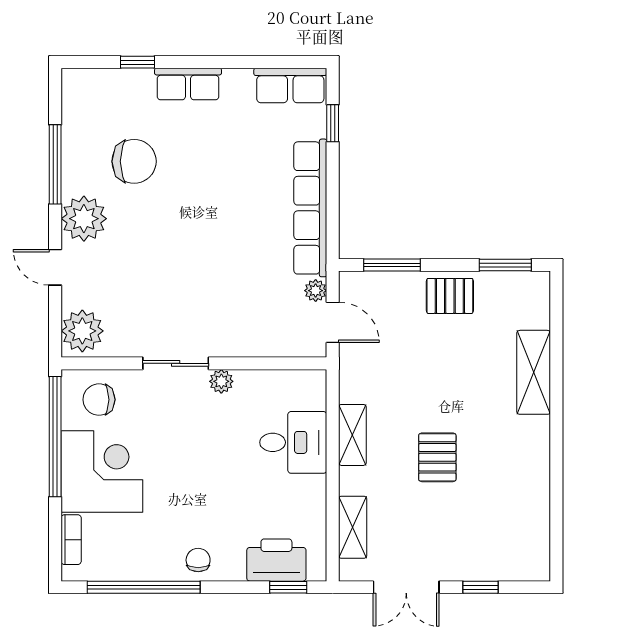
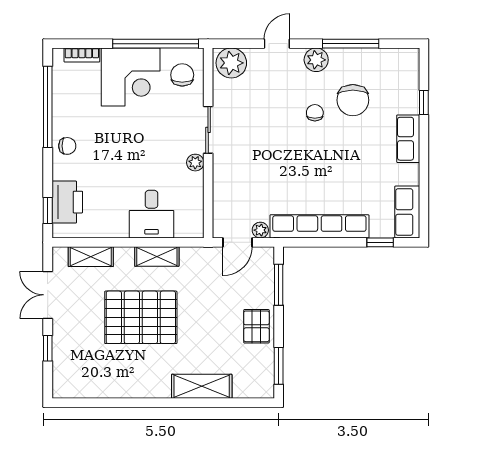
chair: (152, 214) -> (315, 113), added
plant: (84, 219) -> (316, 60), width x0.73, depth x0.73
pallet: (437, 457) -> (141, 317), width x2.05, depth x2.00

